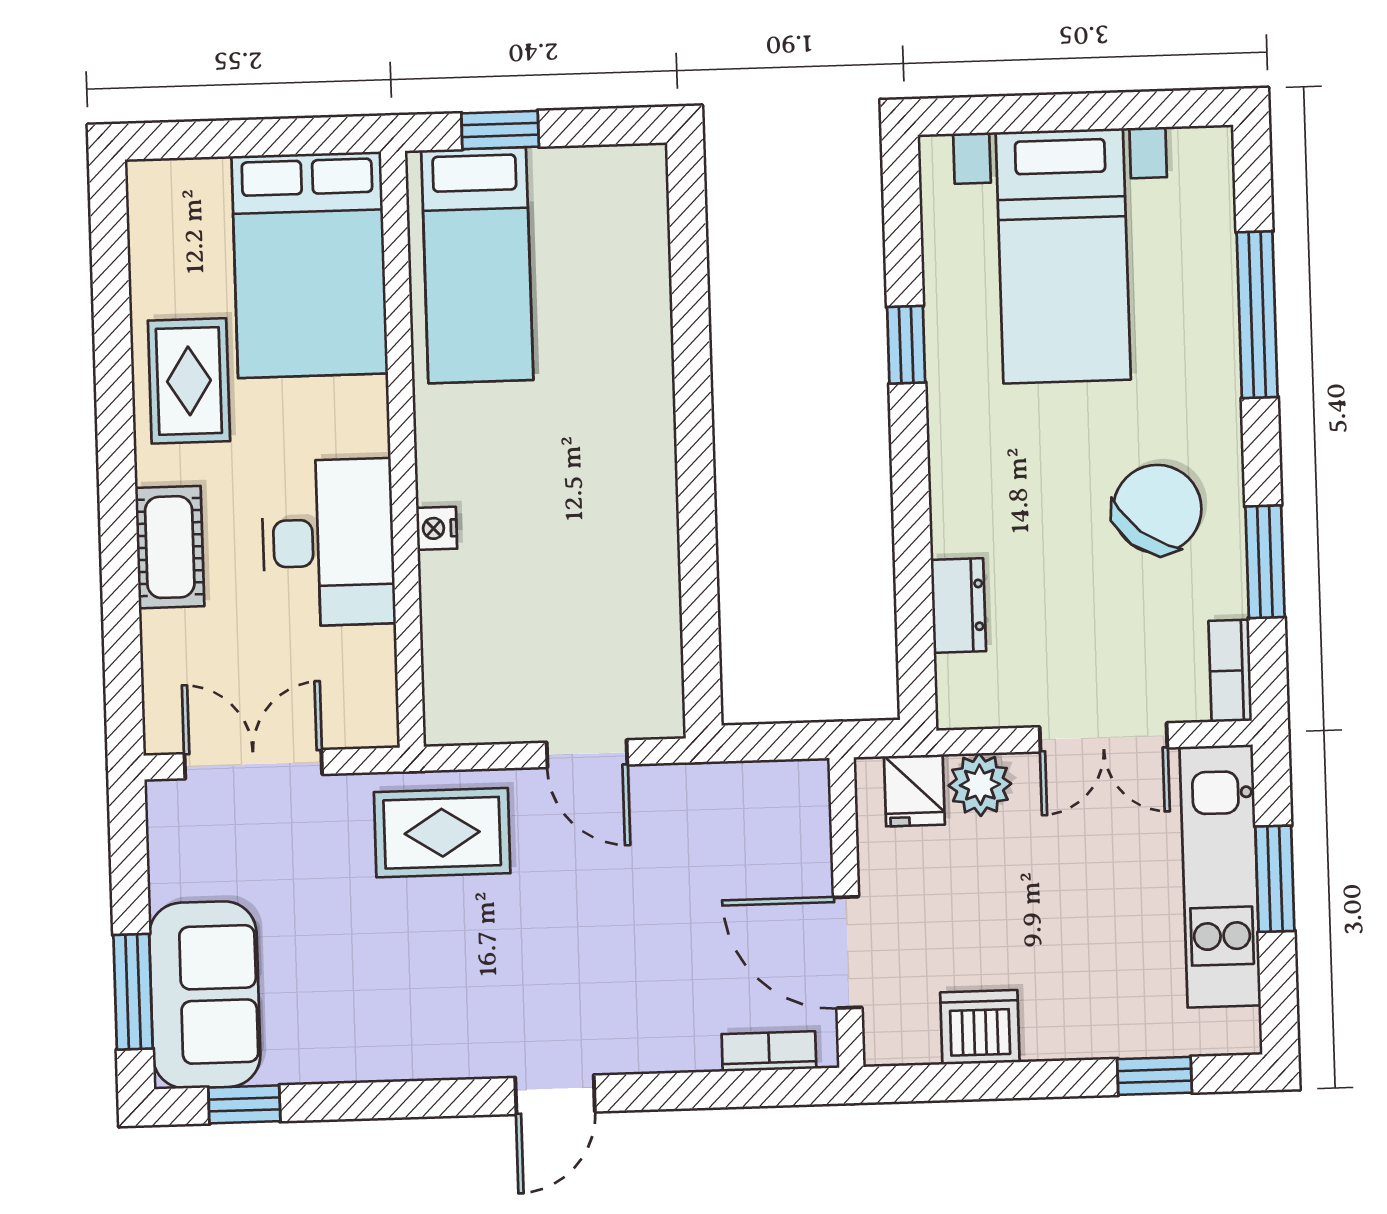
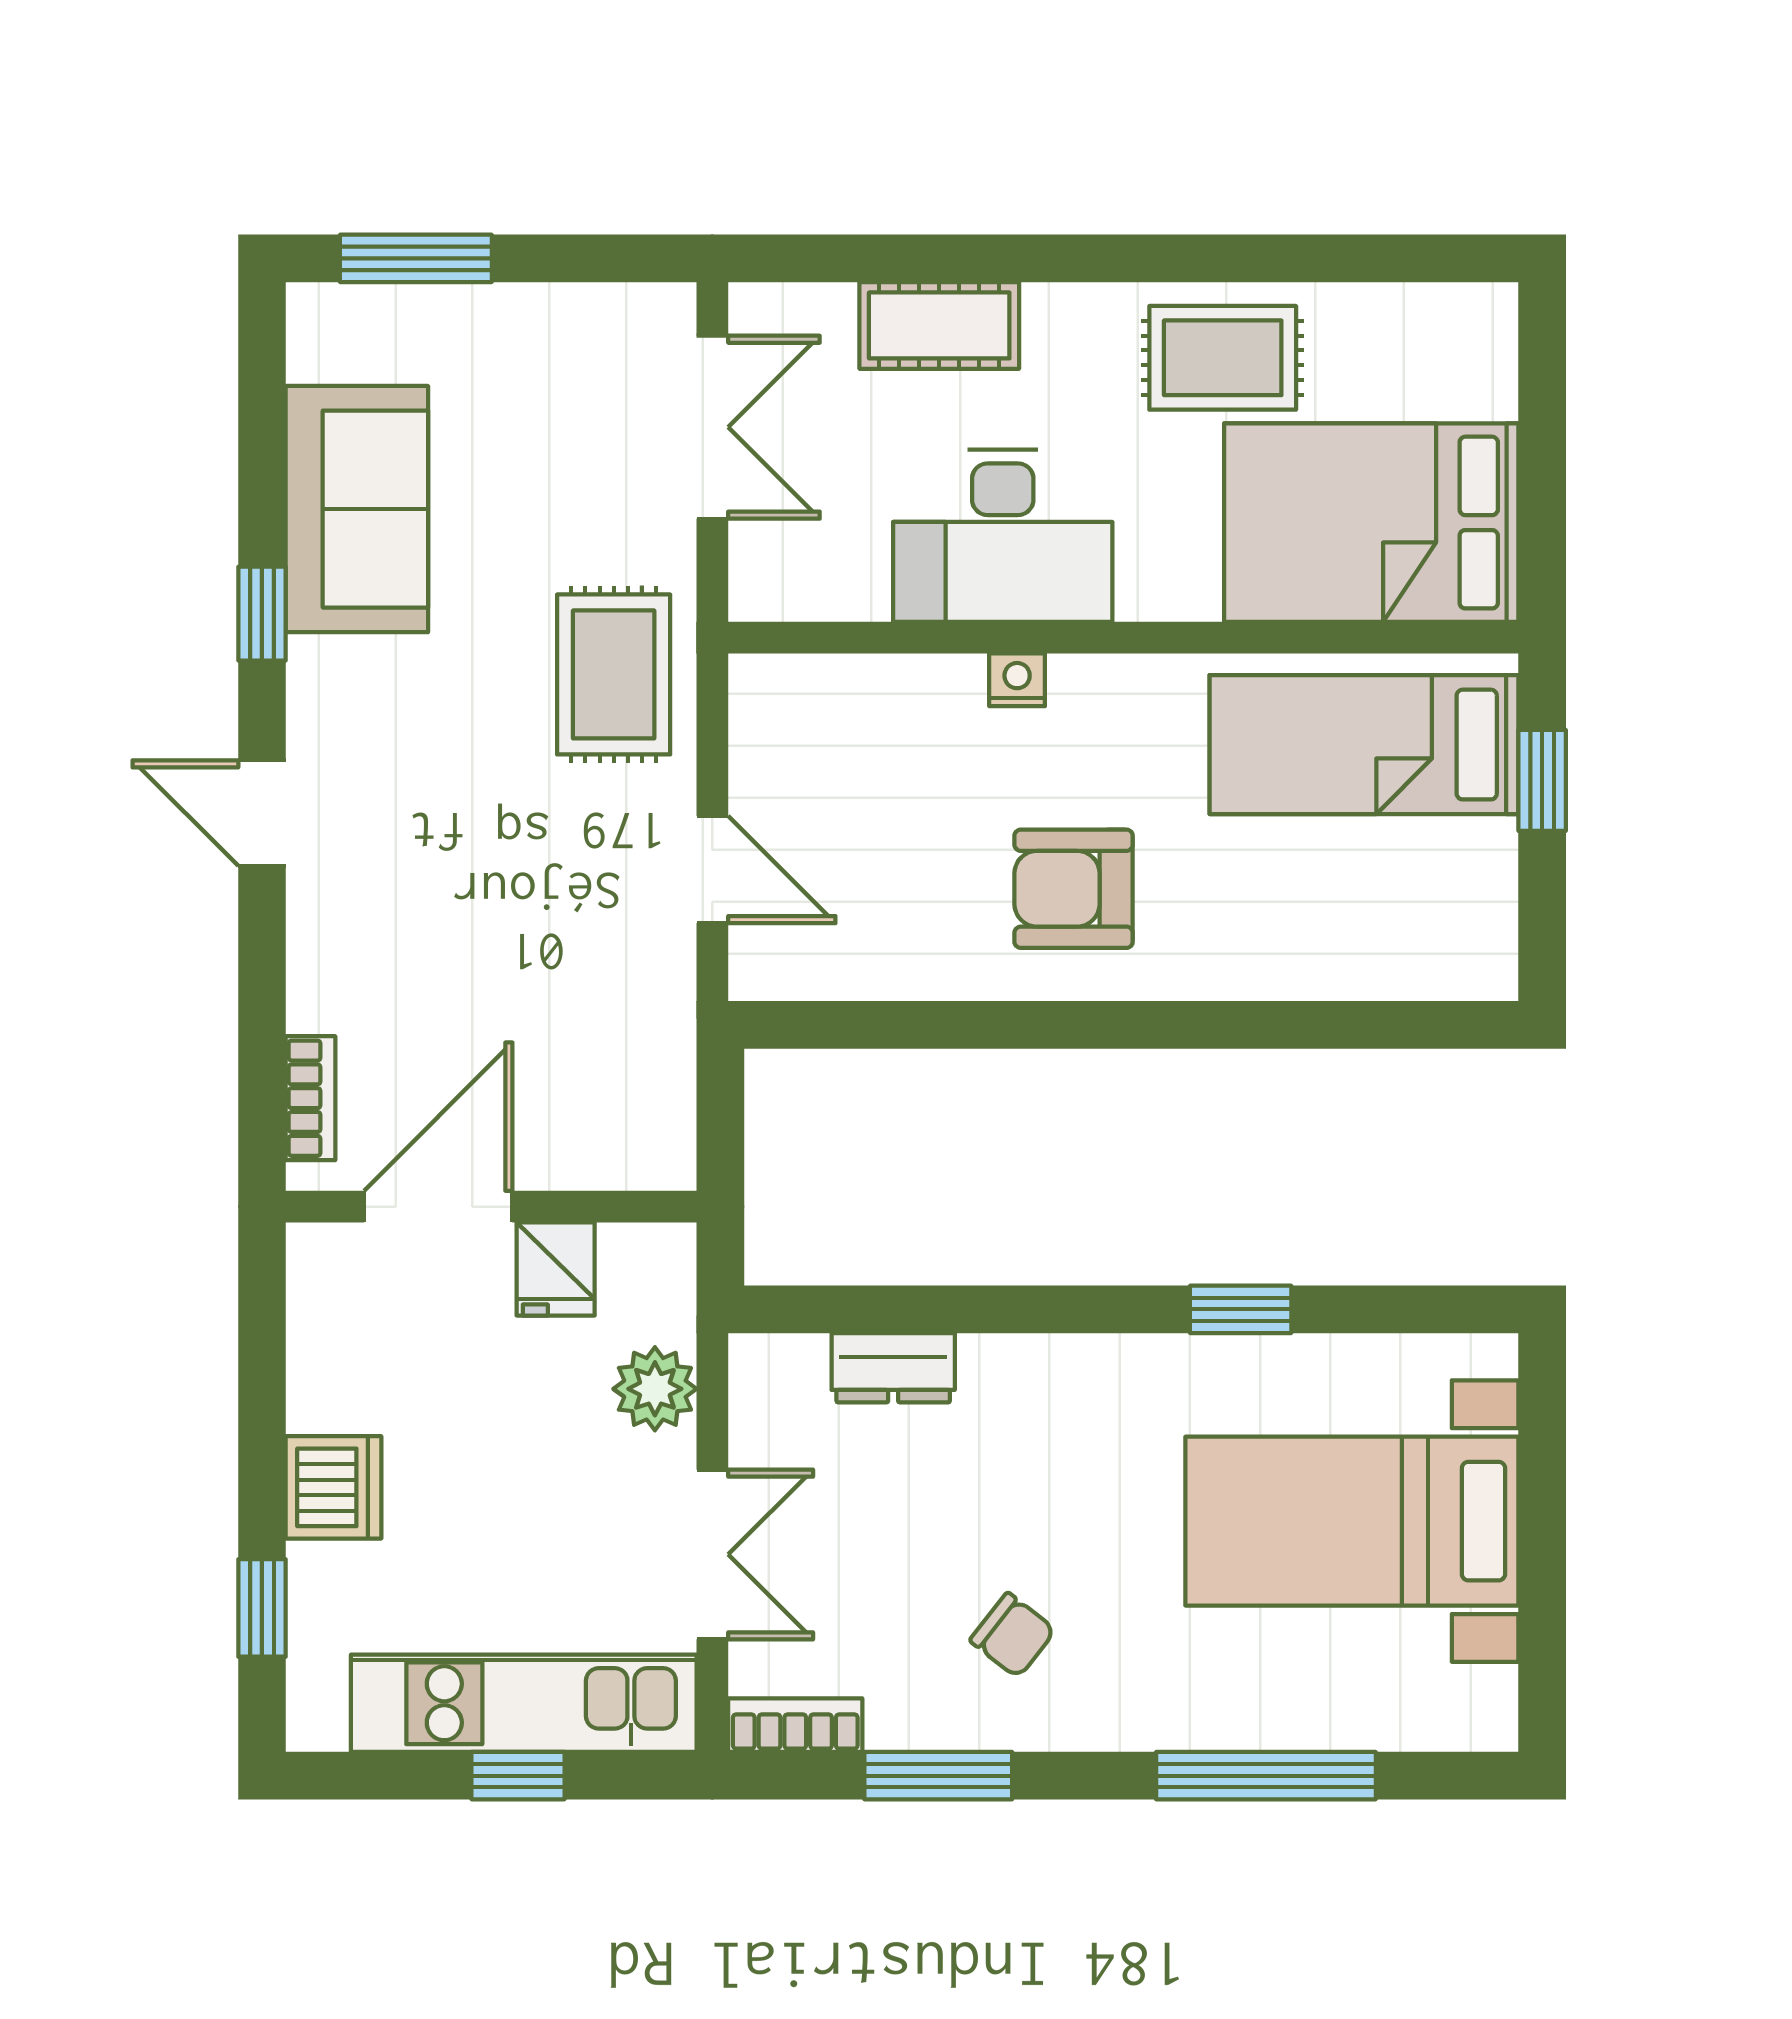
armchair: (593, 481) -> (1074, 889), added
chair: (1157, 509) -> (1013, 1635), width x0.54, depth x0.54
cot: (170, 547) -> (939, 325), moved
double door: (1104, 737) -> (712, 1554), swing flipped
door: (587, 754) -> (712, 870), swing flipped
fridge: (914, 790) -> (556, 1269), moved, turned -90
window: (1275, 879) -> (518, 1776), width x0.67
sofa: (205, 995) -> (357, 509), moved, turned -90
dishwasher: (980, 1027) -> (334, 1487), moved
window: (244, 1104) -> (262, 614), moved

